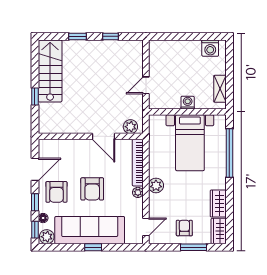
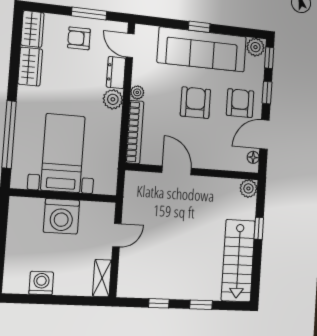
washing machine: (210, 48) -> (41, 283), moved
shelving: (220, 89) -> (102, 278), moved
washing machine: (188, 103) -> (61, 216), width x1.89, depth x1.89
plant: (130, 127) -> (248, 188), moved
dresser: (155, 206) -> (116, 73), added
floor lamp: (43, 218) -> (253, 157), moved
door: (146, 227) -> (130, 46), hinge flipped
armchair: (184, 228) -> (79, 38), turned 90
window: (194, 247) -> (89, 14), moved

